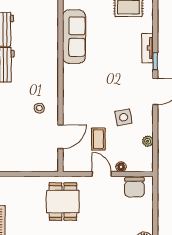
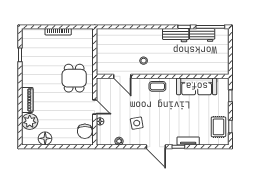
coffee table: (98, 139) -> (157, 86), moved
door: (102, 174) -> (95, 107), hinge flipped
chair: (134, 187) -> (85, 131), turned -90
dining table: (63, 202) -> (74, 78), turned 90

